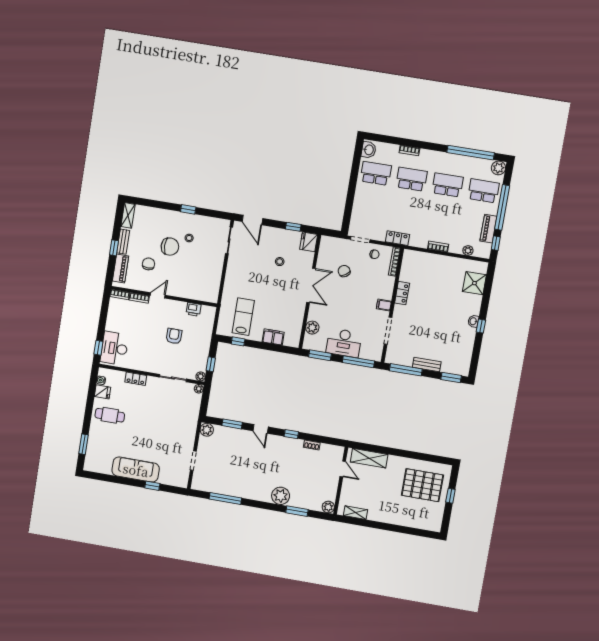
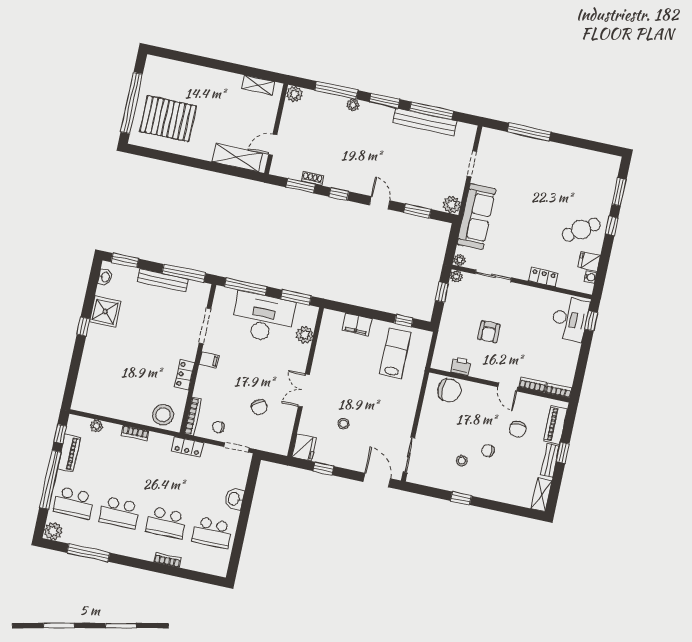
washbasin: (369, 150) -> (234, 499), moved
window: (471, 153) -> (88, 553), width x0.68
chair: (170, 247) -> (488, 451), width x0.54, depth x0.54
stool: (417, 262) -> (163, 415), added
shower: (474, 283) -> (105, 312), moved
double door: (311, 285) -> (304, 390), width x0.73
chair: (201, 291) -> (449, 390), added
door: (158, 295) -> (508, 387), hinge flipped
lab bench: (243, 317) -> (395, 353), turned 180
washbasin: (473, 321) -> (105, 277), moved
desk: (344, 343) -> (263, 318), width x1.36, depth x1.30
bench: (427, 365) -> (162, 280), width x1.36
cafe table: (110, 415) -> (581, 230), turned -34
window: (87, 419) -> (612, 226), added
window: (320, 439) -> (301, 186), added
door: (343, 469) -> (273, 145), hinge flipped
sofa: (136, 470) -> (476, 217), moved, turned -90
window: (152, 486) -> (529, 132), width x2.17
bench: (230, 490) -> (425, 122), added
plant: (281, 496) -> (353, 105), width x0.53, depth x0.53
window: (450, 496) -> (132, 103), width x3.17
window: (261, 505) -> (385, 101), added
window: (297, 511) -> (336, 90), width x1.44

